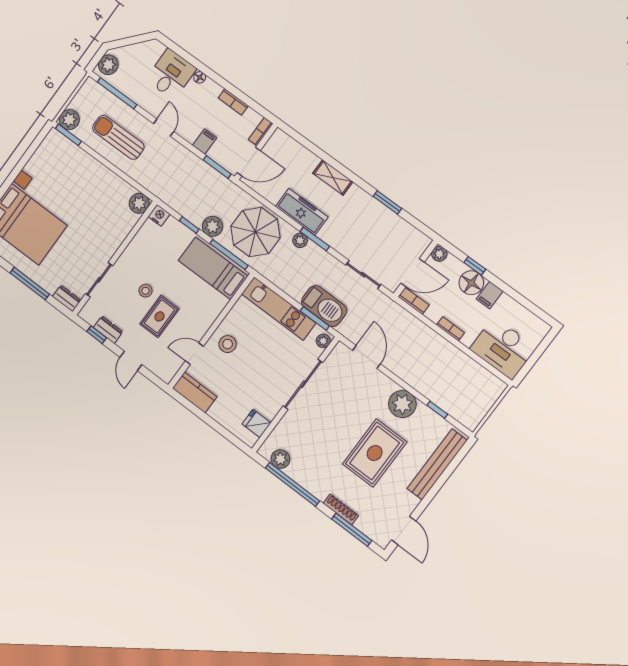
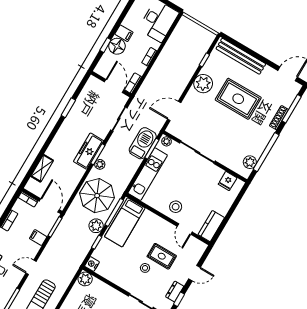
shelving: (333, 178) -> (42, 168), moved
freezer: (302, 212) -> (89, 151), moved
plant: (439, 254) -> (100, 69), removed

